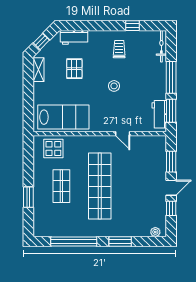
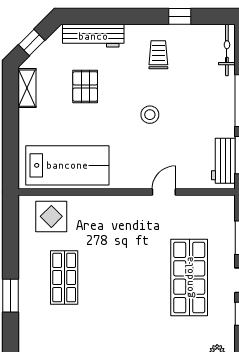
workbench: (74, 37) -> (93, 36), width x1.38
door: (123, 134) -> (164, 192), swing flipped
shop shelf: (100, 186) -> (189, 277), moved, width x0.71

